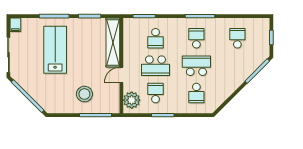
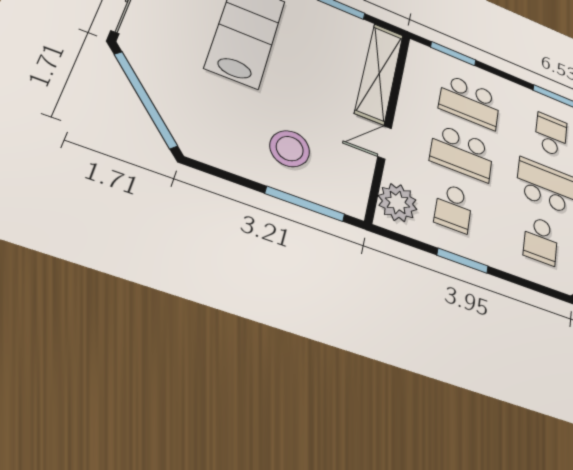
school desk: (155, 38) -> (470, 102), width x1.85
school desk: (155, 93) -> (454, 208), turned 180

